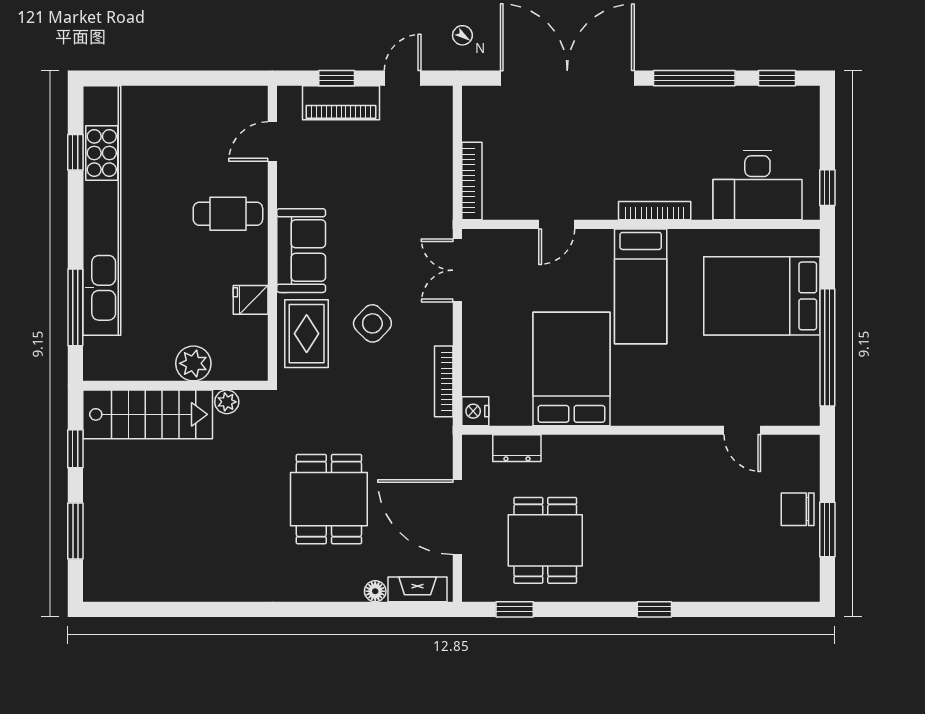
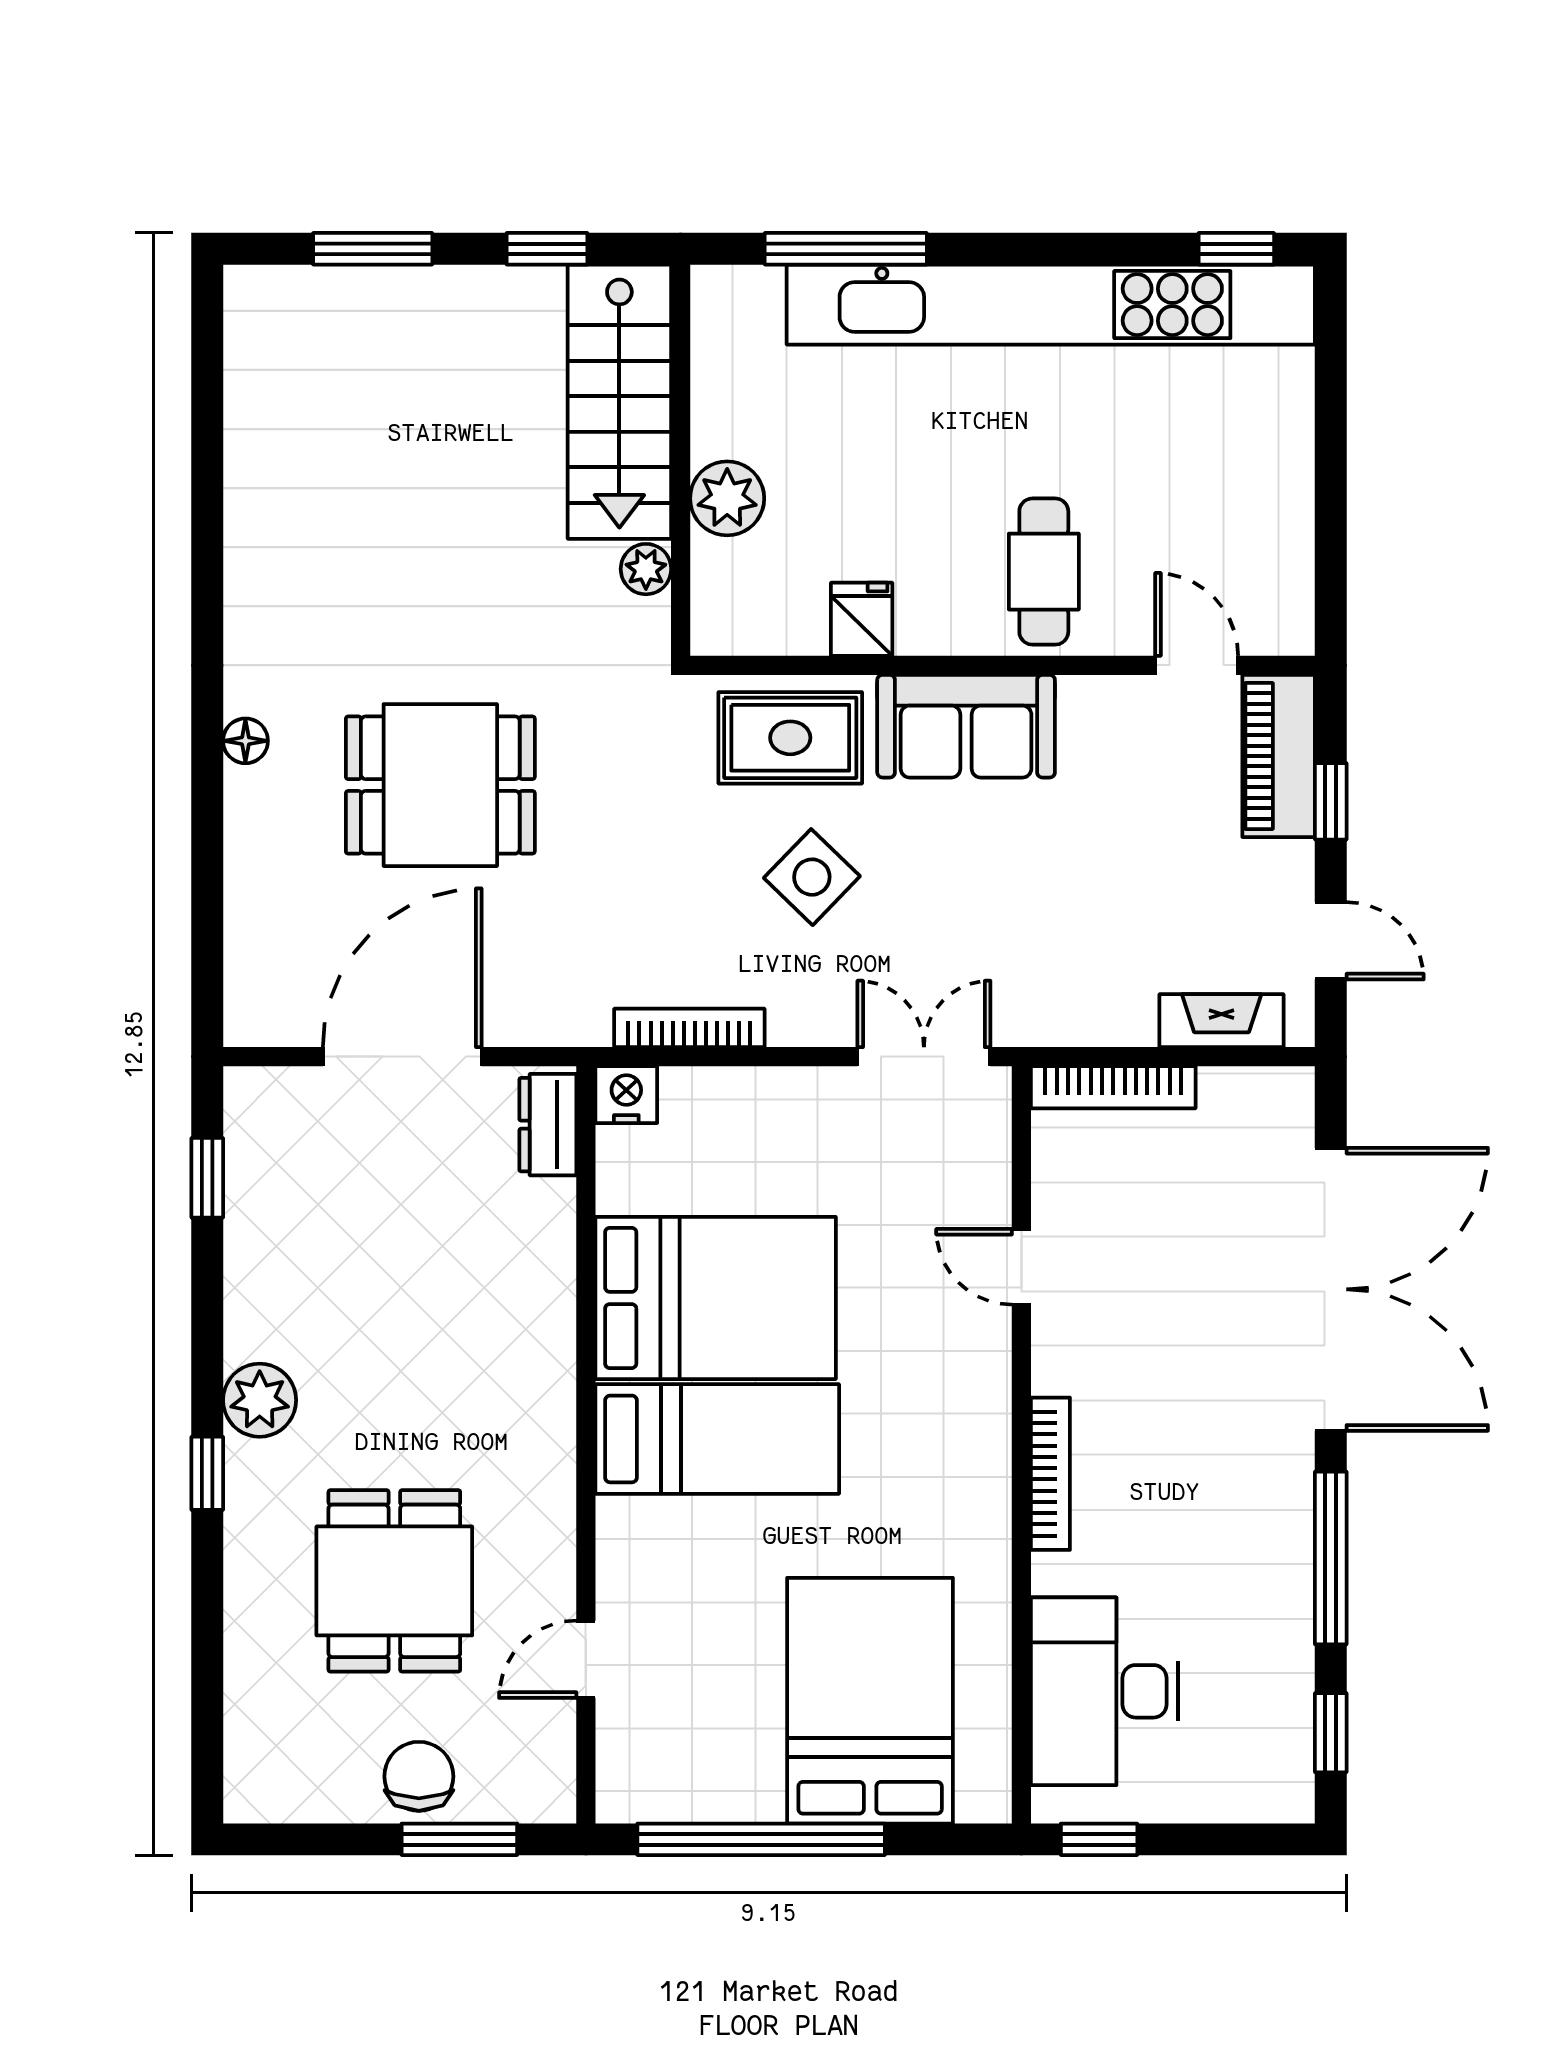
piano: (341, 103) -> (1279, 756), moved
window: (75, 152) -> (1236, 249), moved
bed: (641, 286) -> (717, 1439), moved, turned 180
dresser: (517, 448) -> (548, 1125), moved
window: (827, 530) -> (459, 1839), moved
dining table: (545, 540) -> (394, 1581), moved, turned 90
plant: (620, 585) -> (260, 1400), added
fireplace: (418, 589) -> (1222, 1021), moved, turned -90
floor lamp: (375, 591) -> (245, 741), moved

